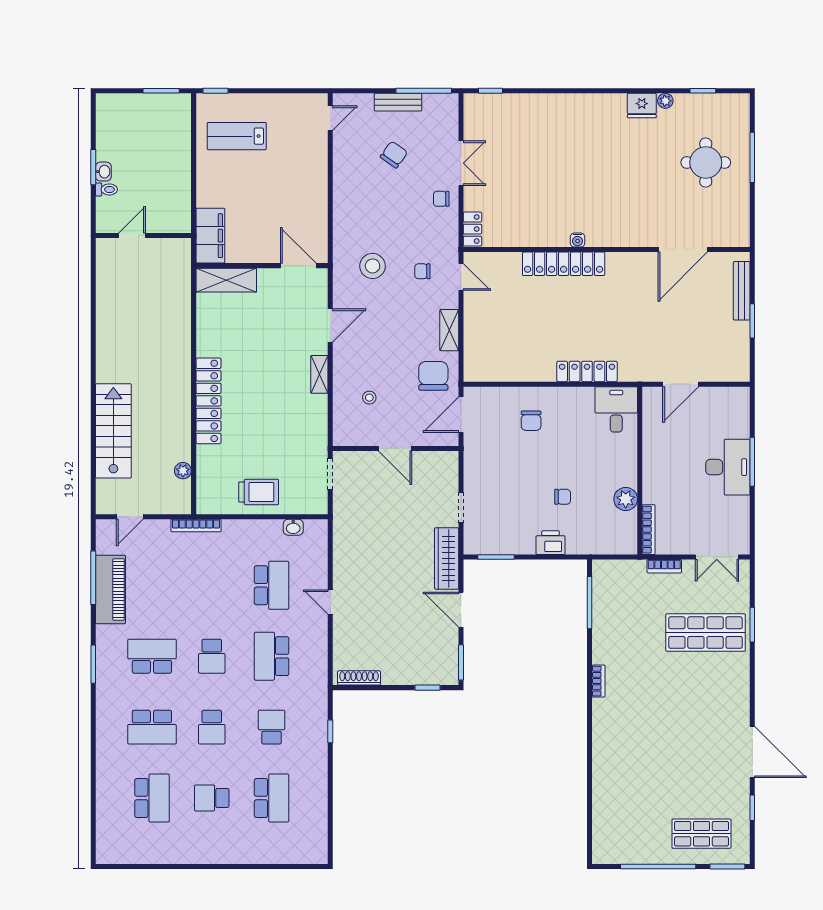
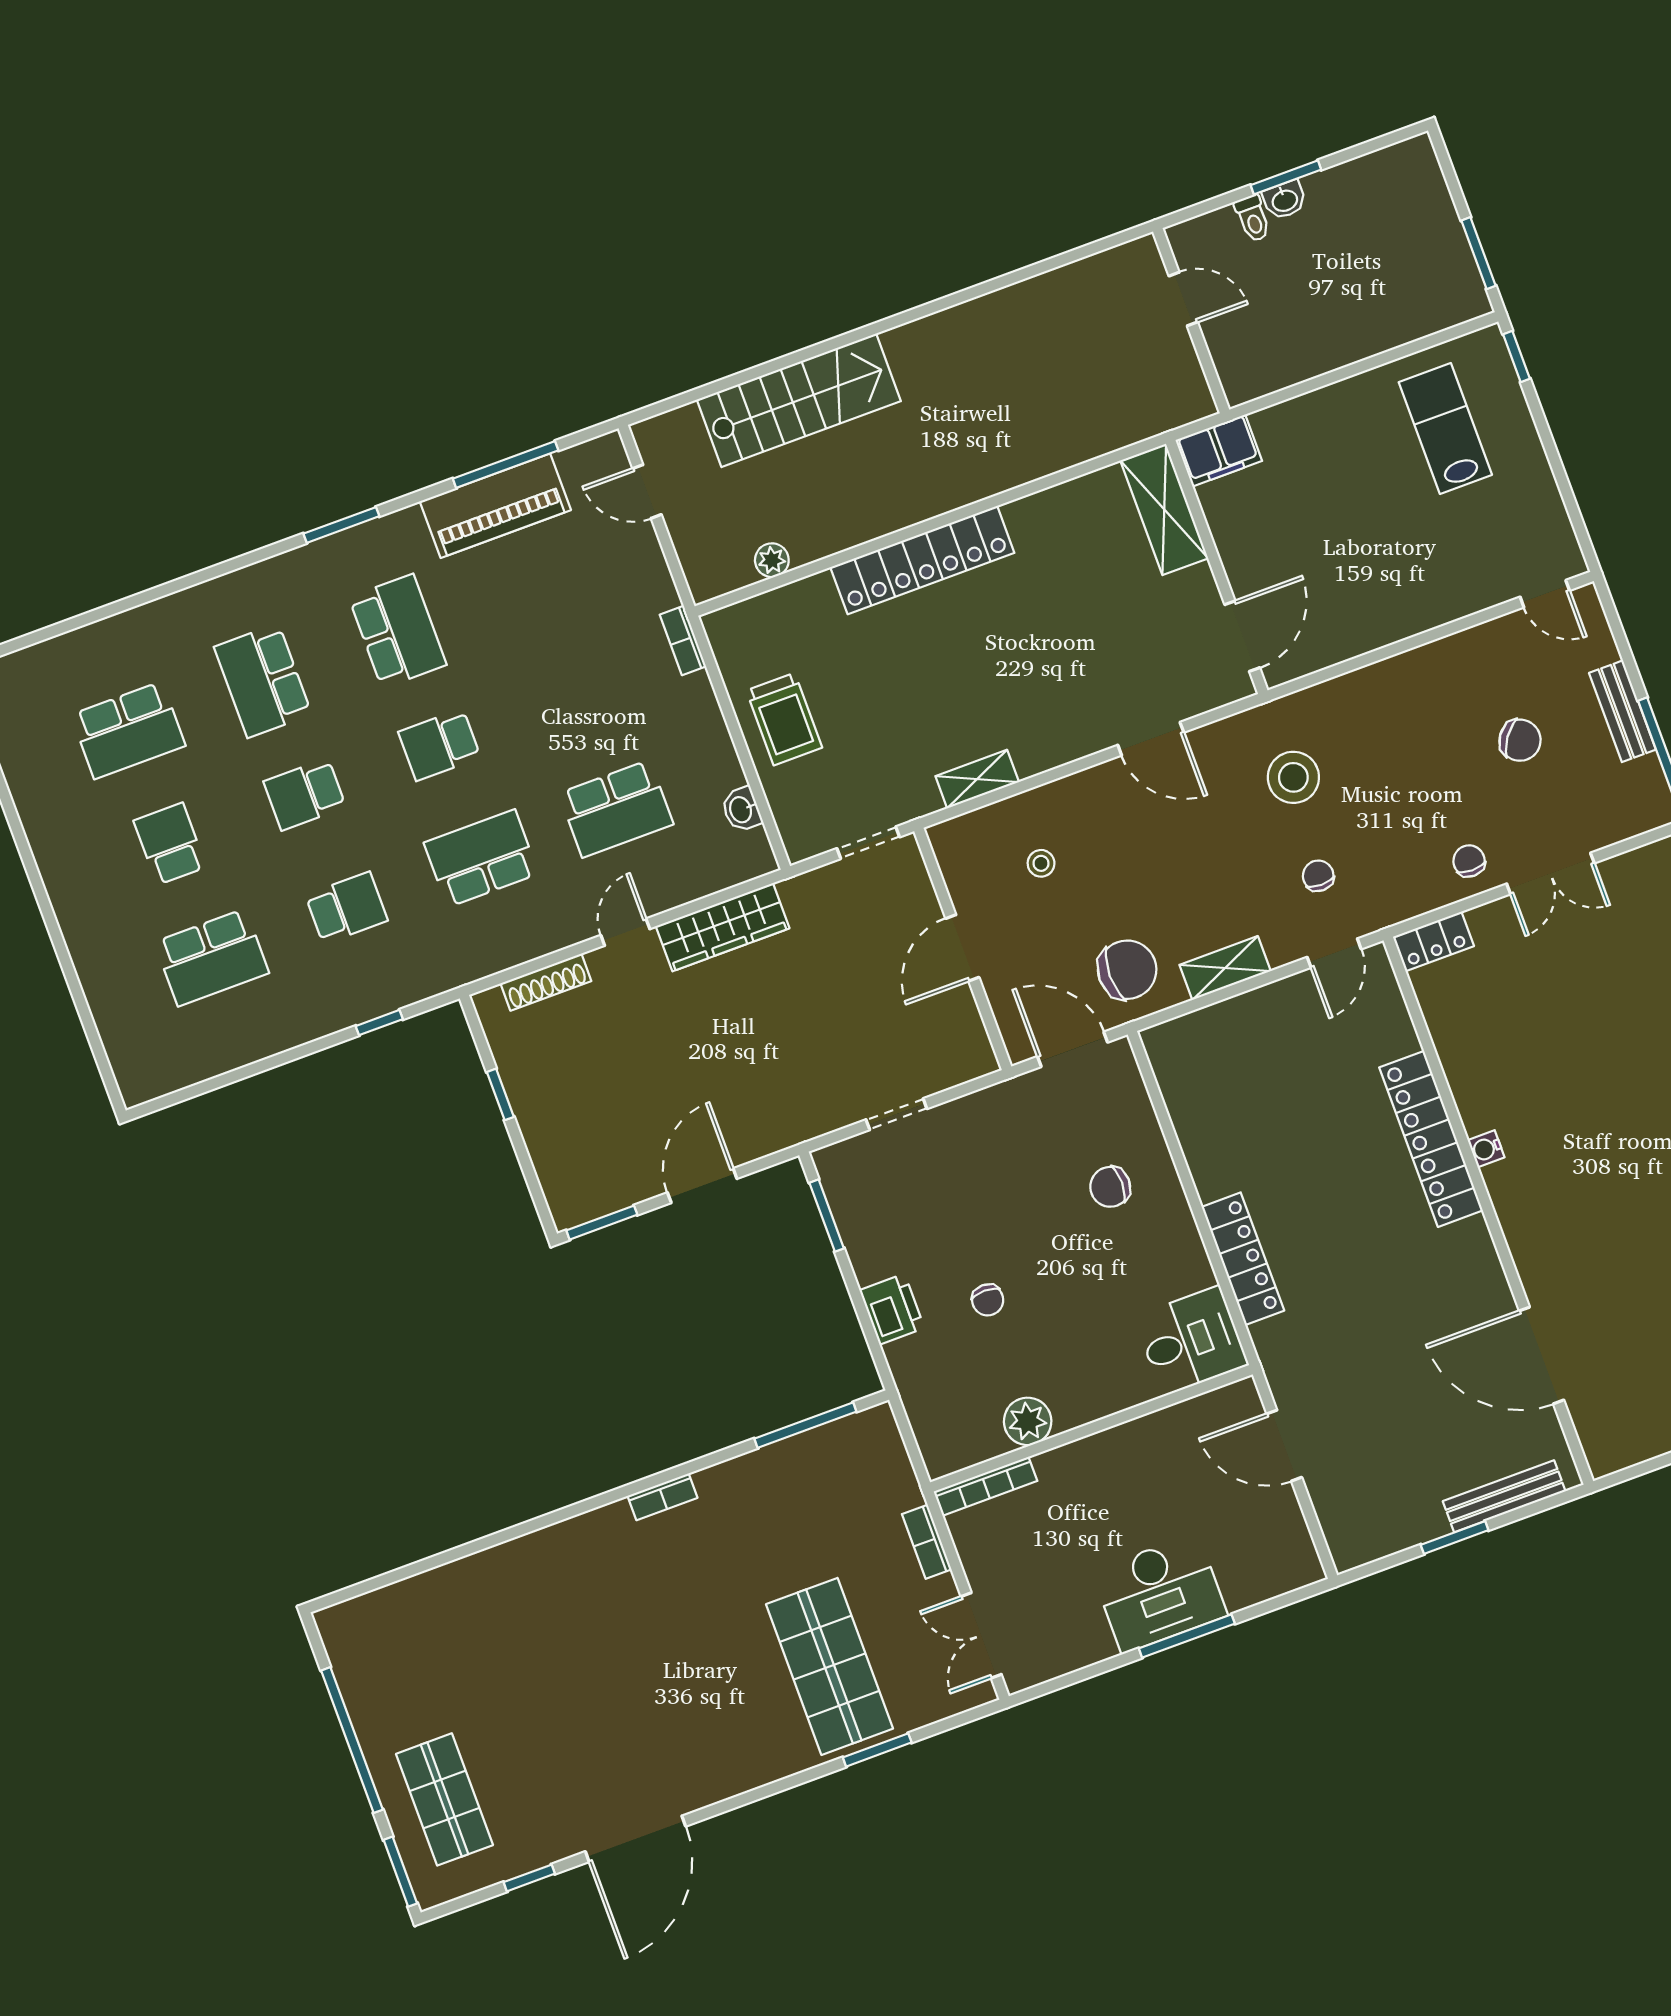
filing cabinet: (210, 236) -> (1219, 451), width x0.67, depth x0.86
shelving: (319, 374) -> (977, 779), moved
bookcase: (196, 526) -> (683, 640), width x0.64
wardrobe: (447, 558) -> (723, 927), moved, turned 180
shoe rack: (359, 678) -> (546, 982), moved, turned 90
window: (427, 688) -> (500, 1094), moved

